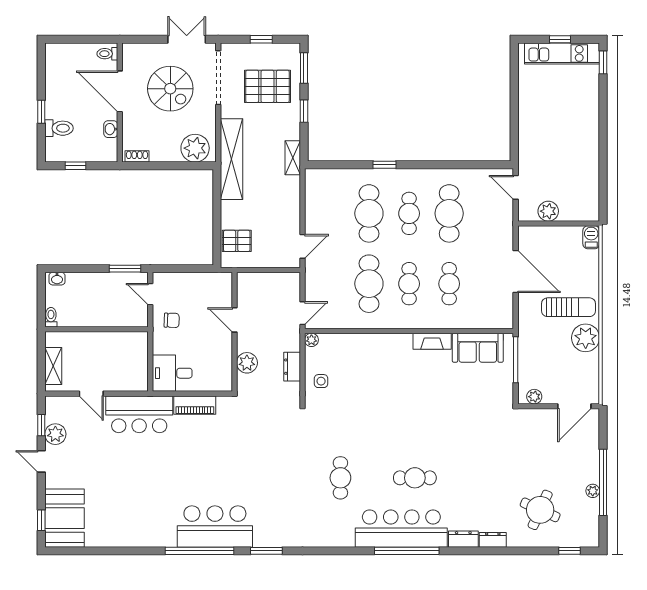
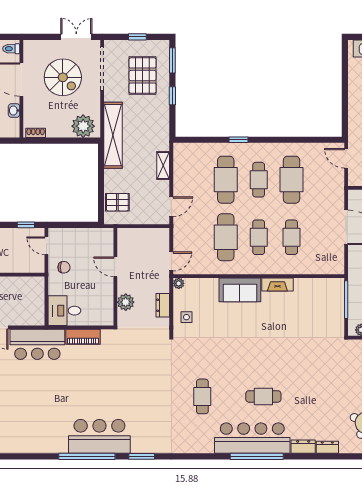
pallet: (267, 86) -> (143, 76), turned 90
shelving: (293, 158) -> (163, 166), moved
window: (125, 269) -> (26, 225), width x0.67
sofa: (478, 348) -> (240, 290), moved

